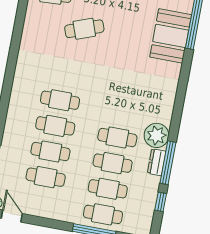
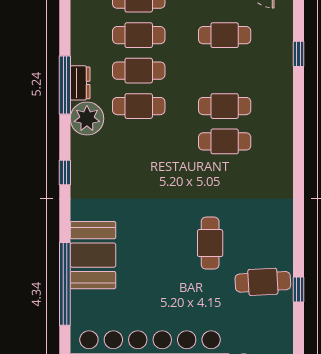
cafe table: (84, 29) -> (210, 243), turned -70
cafe table: (50, 152) -> (225, 71), removed
window: (161, 202) -> (65, 173), moved

